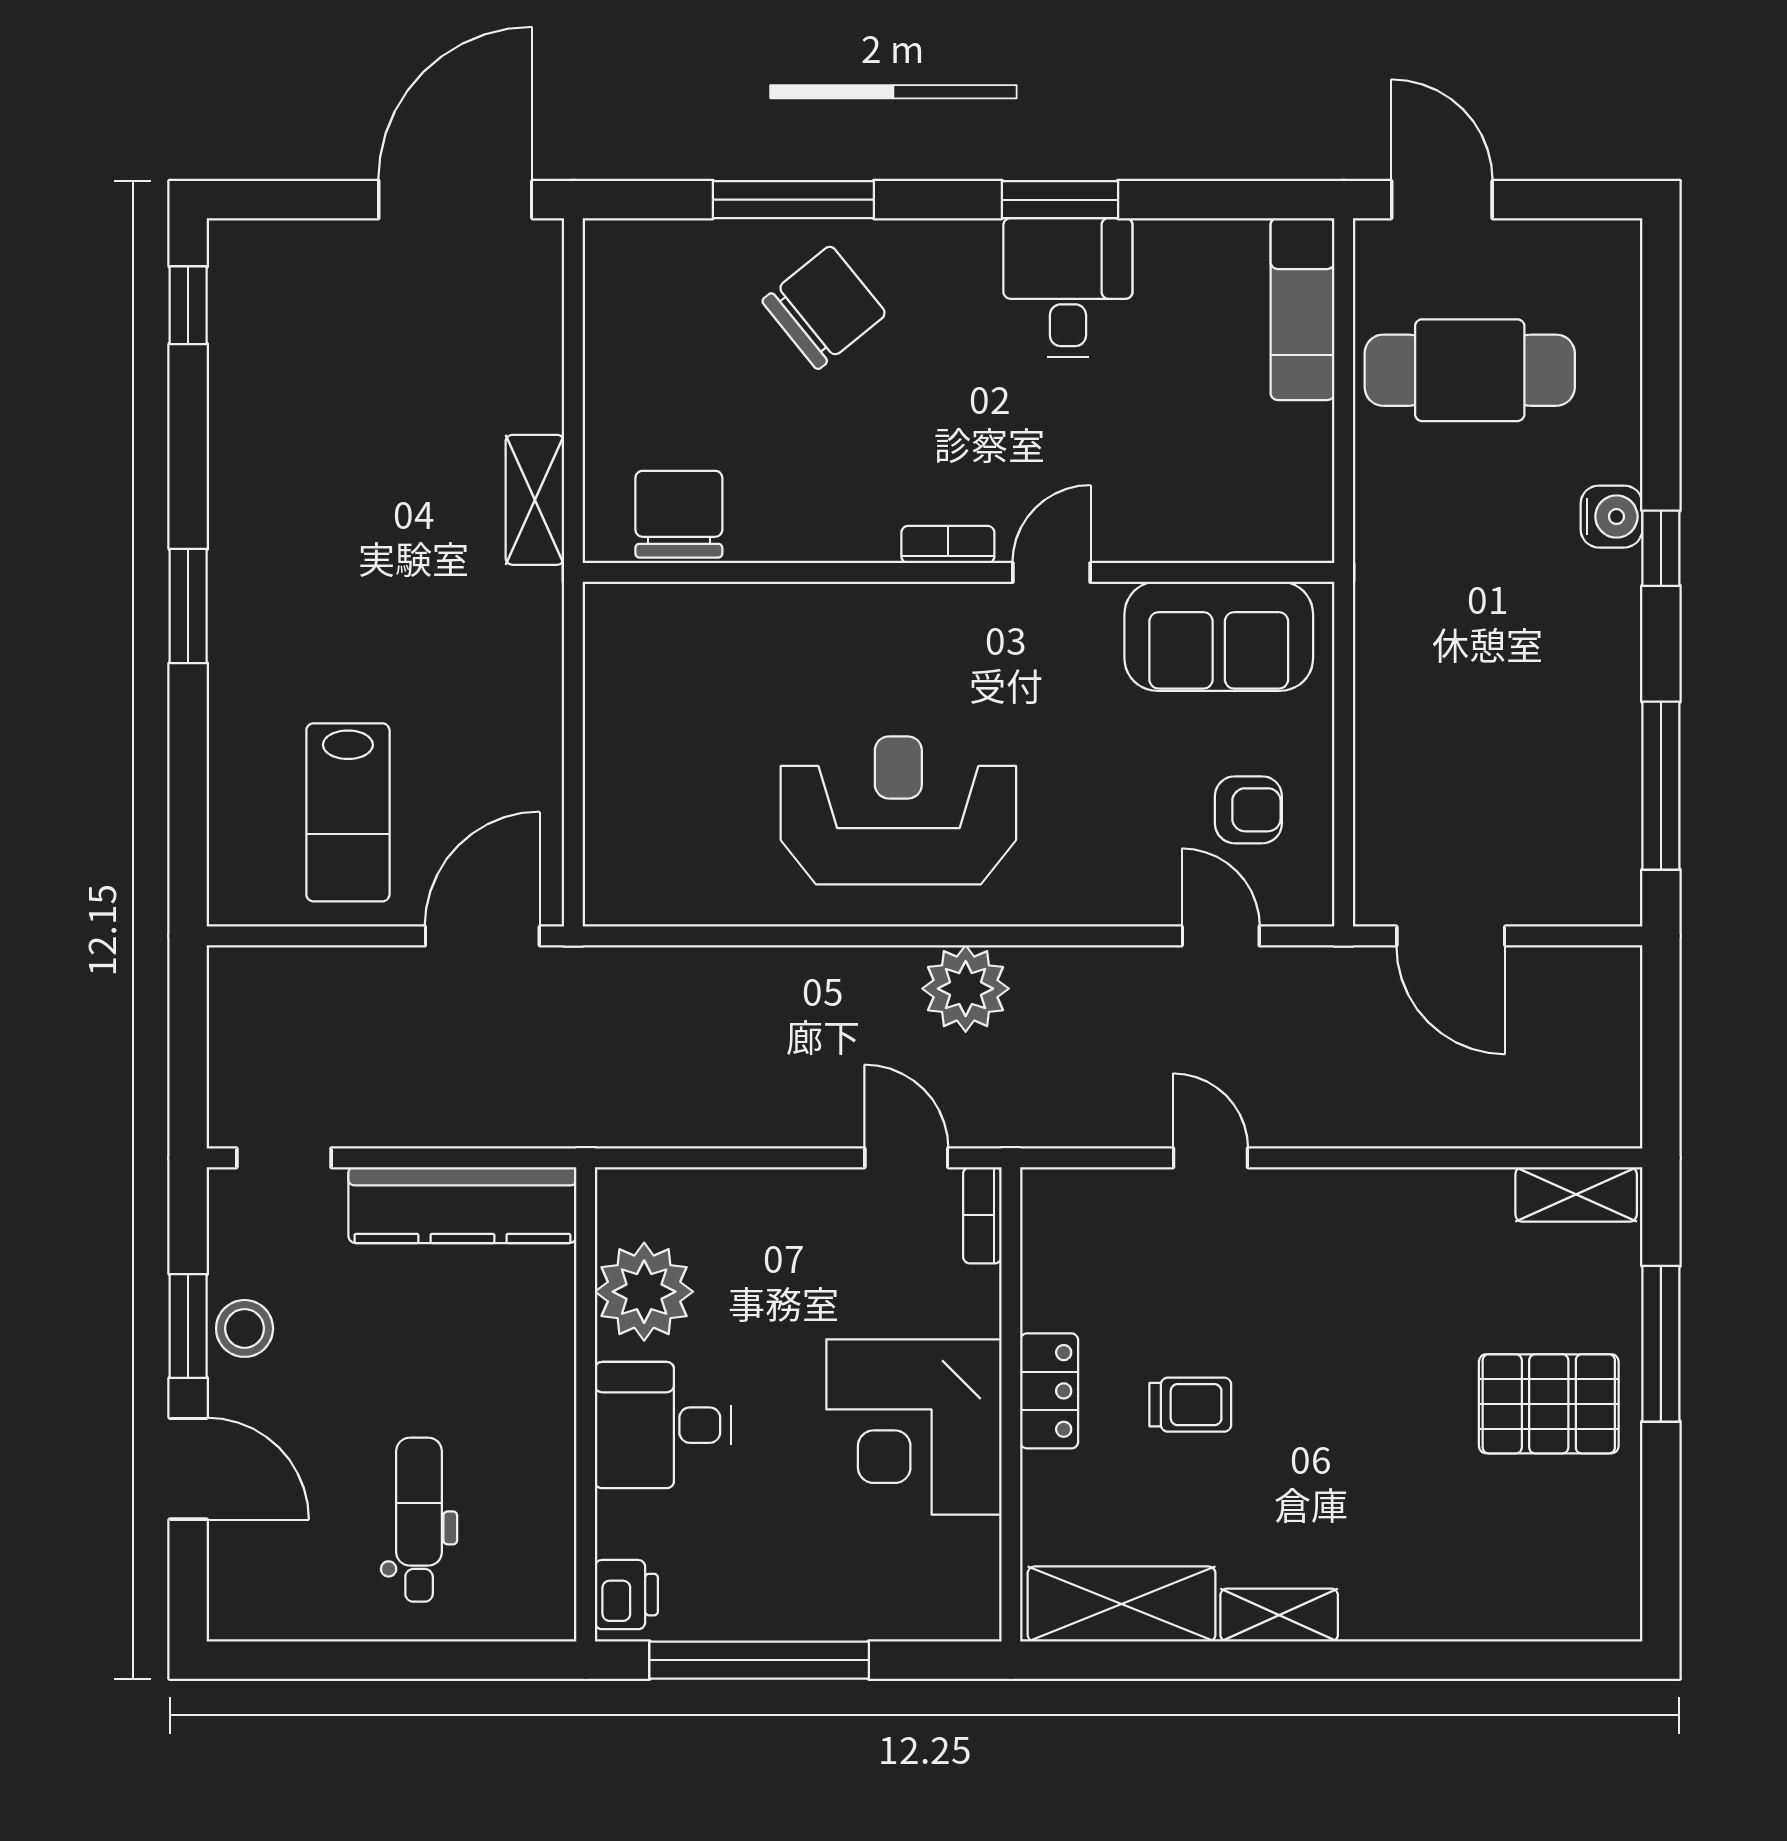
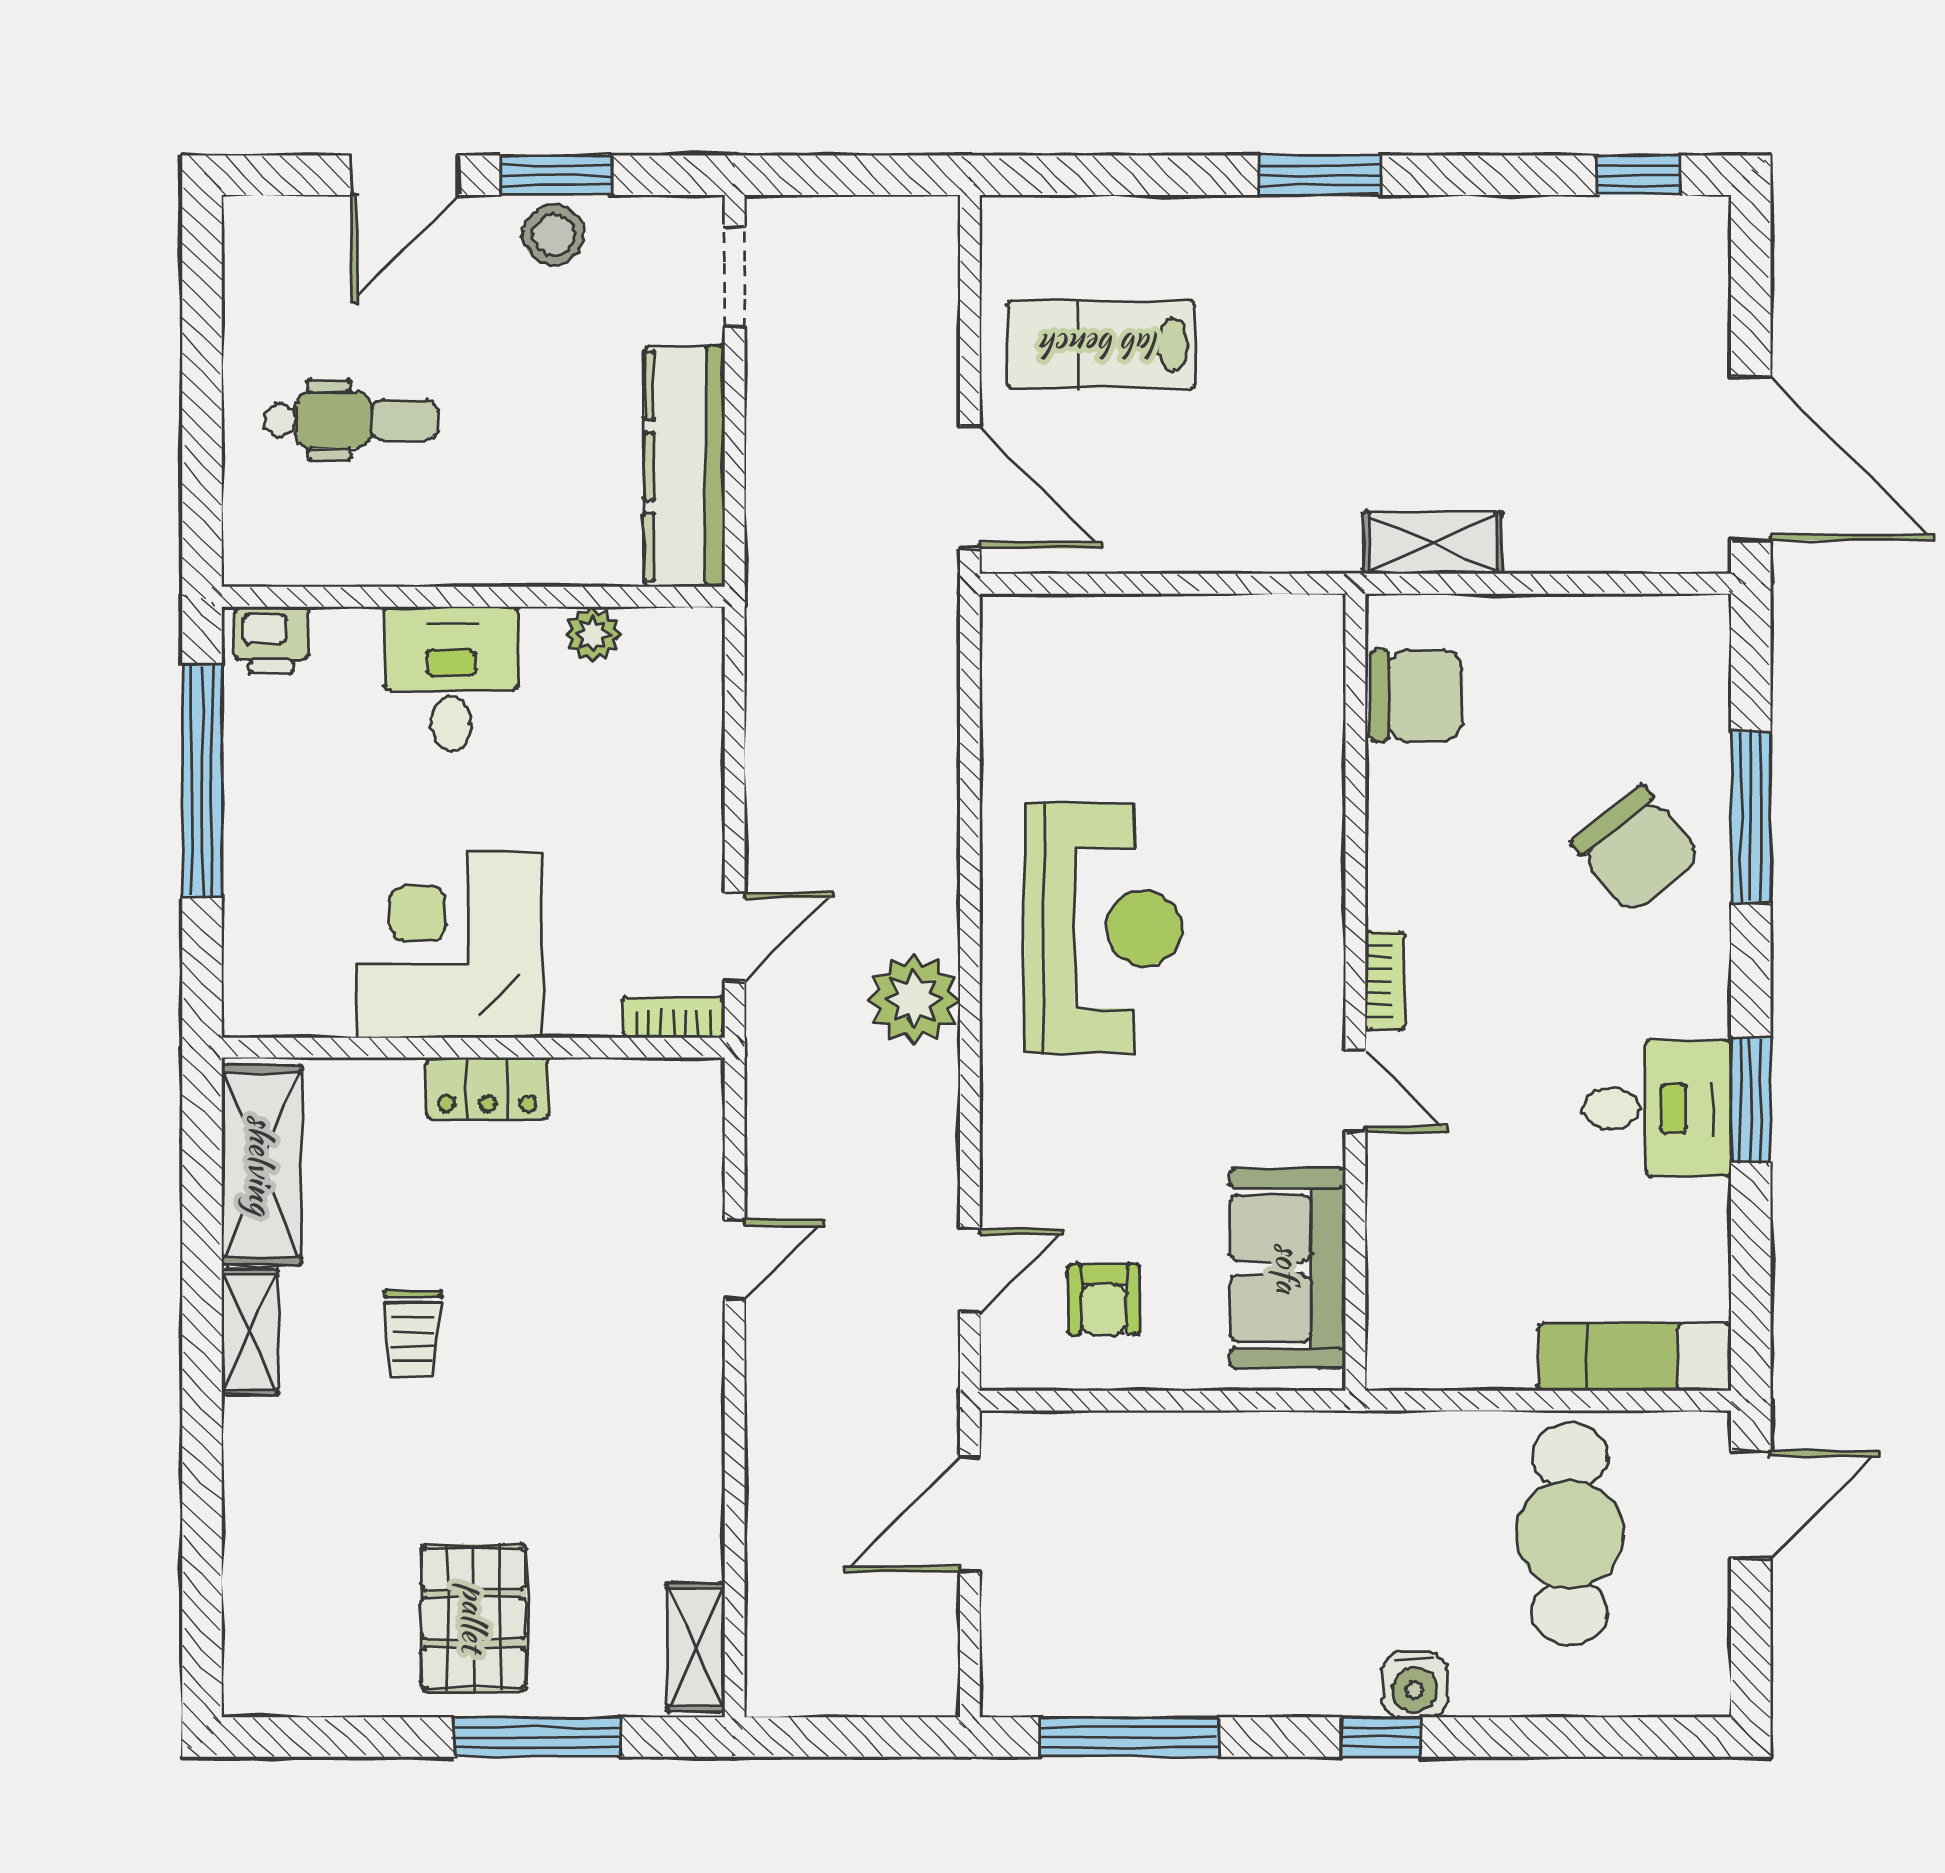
plant: (644, 1292) -> (593, 634), width x0.53, depth x0.53
trolley: (1190, 1405) -> (413, 1333), moved

